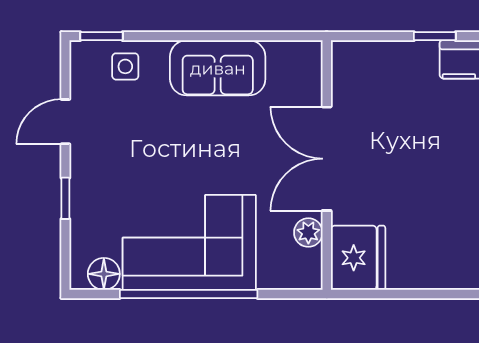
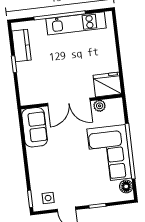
side table: (125, 66) -> (48, 198), moved
sofa: (218, 68) -> (35, 127), moved

